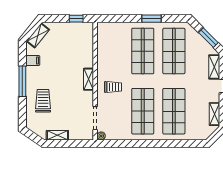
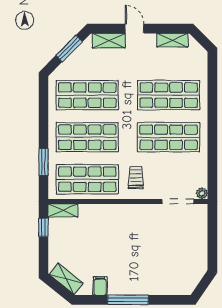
window: (151, 19) -> (43, 162), moved
shop shelf: (112, 51) -> (87, 179), added
shelving: (89, 79) -> (63, 210), moved
trolley: (43, 101) -> (154, 272), removed
shelving: (57, 135) -> (201, 252), removed

